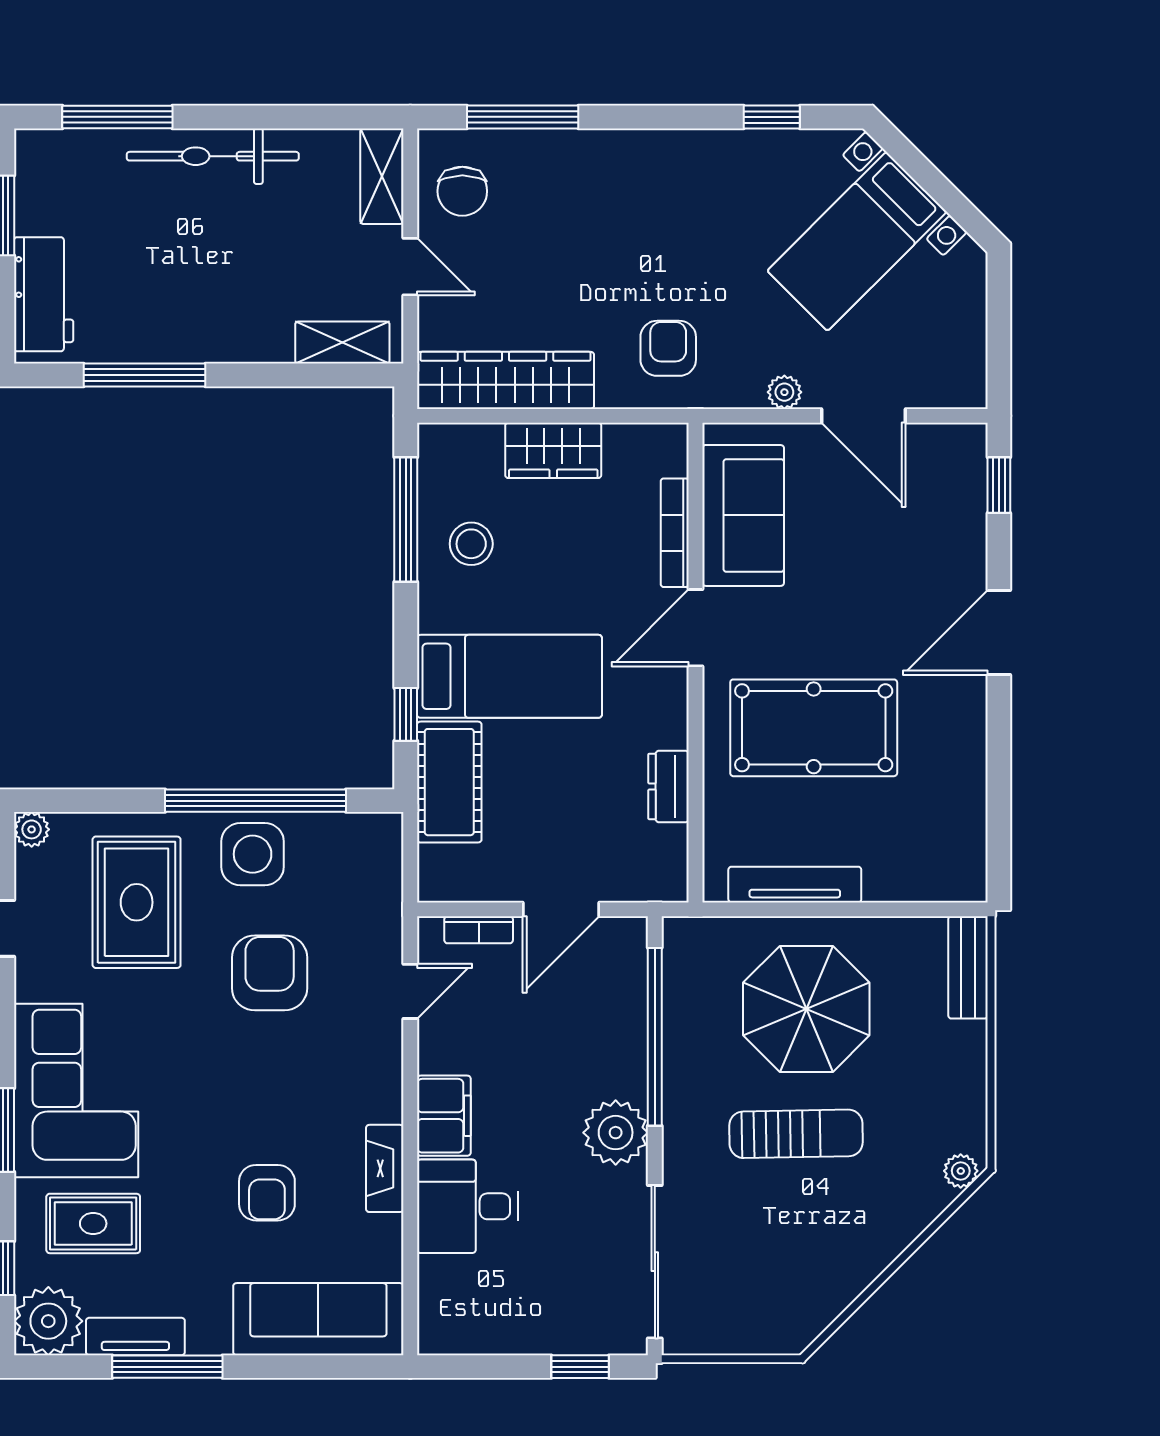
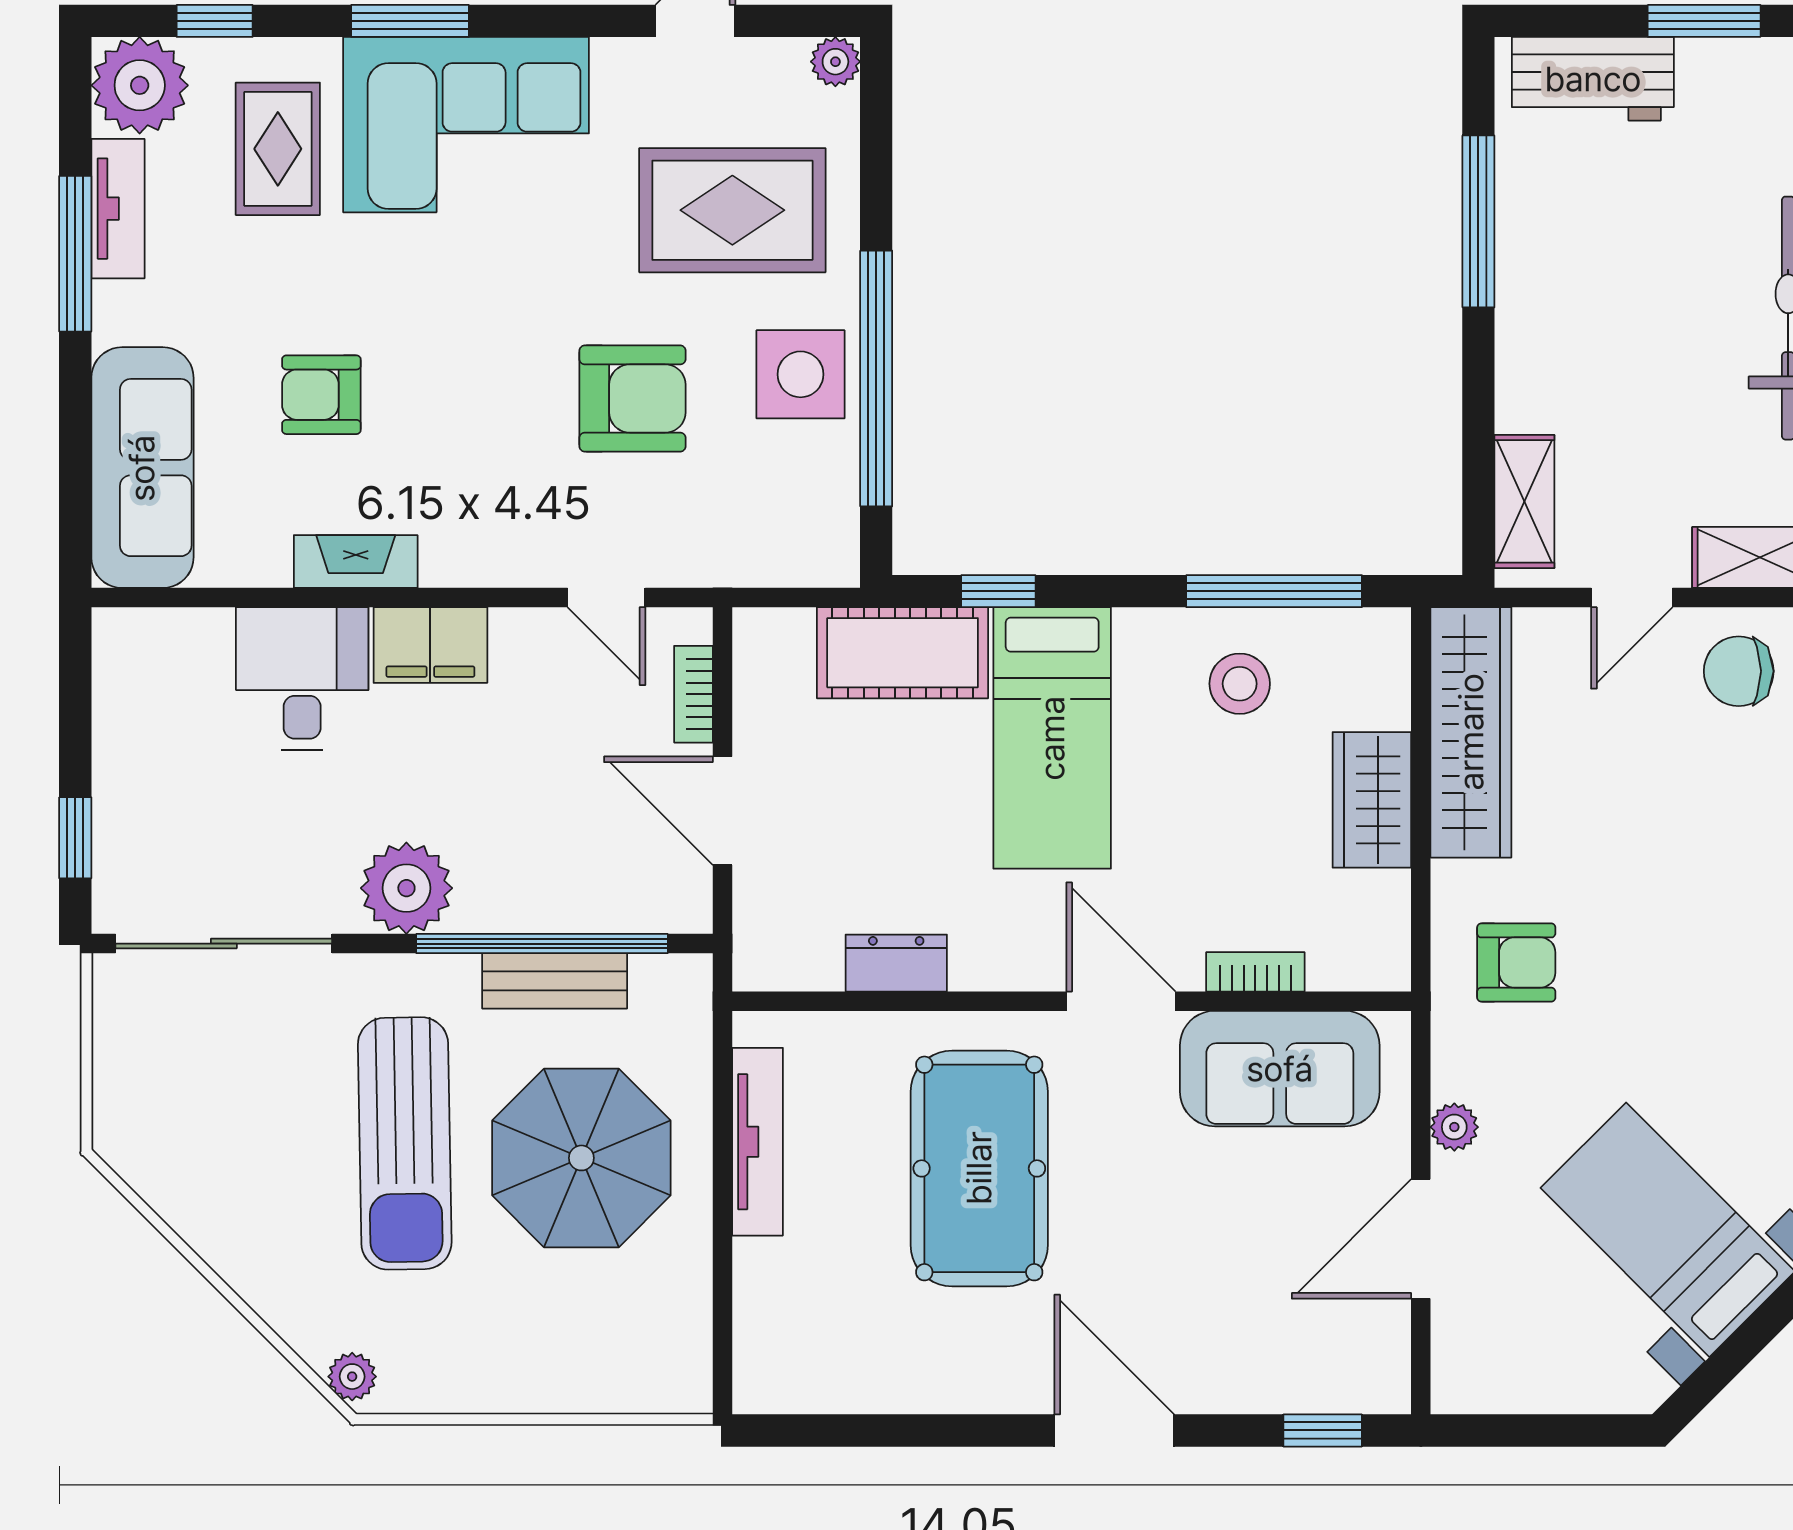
bookcase: (675, 533) -> (1255, 972), width x0.64
bench: (968, 967) -> (555, 981), moved
sun lounger: (796, 1134) -> (405, 1143), width x1.36, depth x1.34

